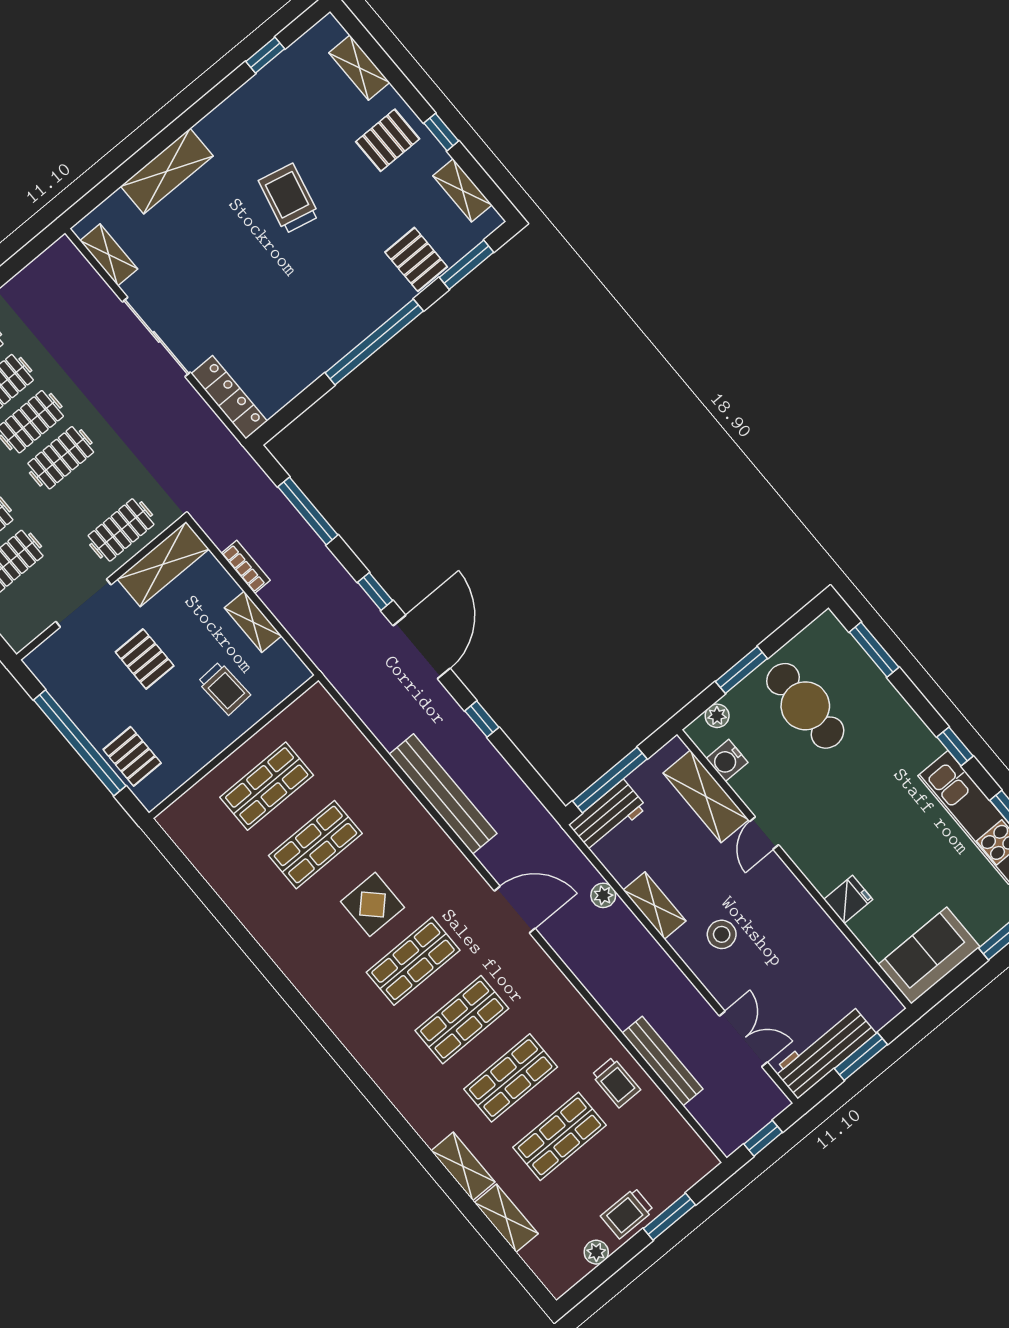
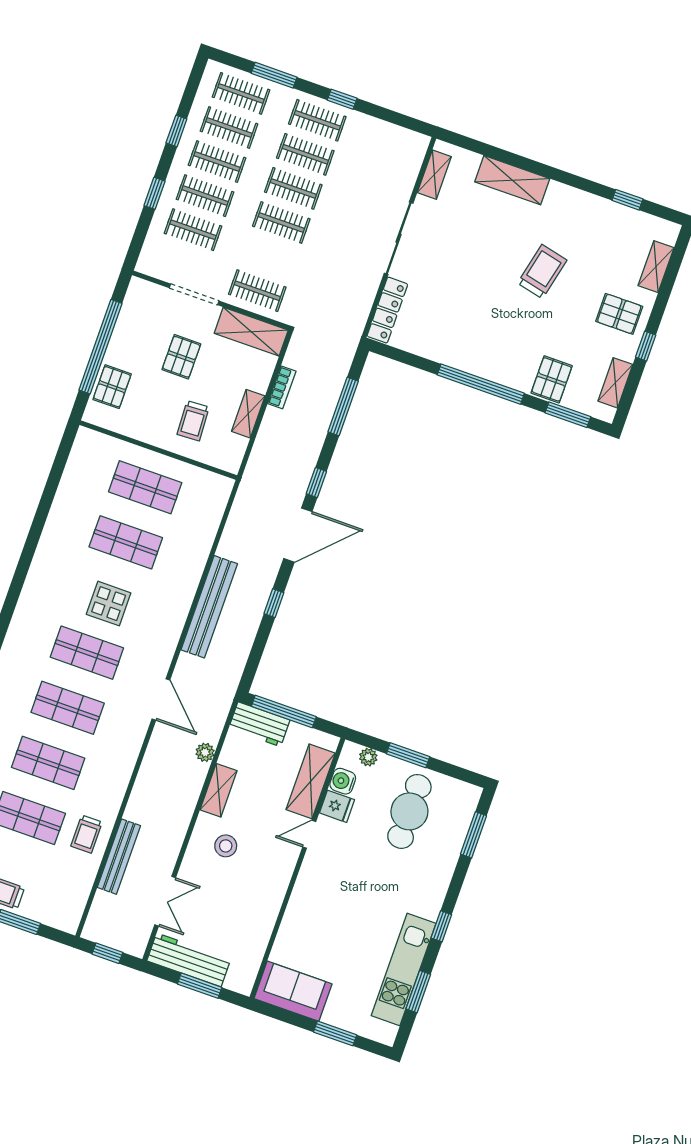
fridge: (848, 899) -> (337, 806), moved

